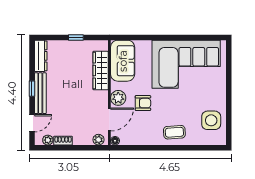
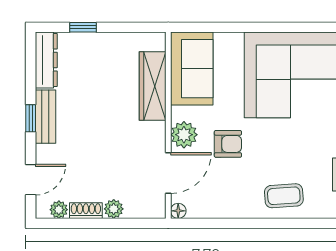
window: (76, 37) -> (83, 27), moved
bench: (40, 93) -> (45, 117), width x0.73
plant: (98, 140) -> (114, 209), moved

